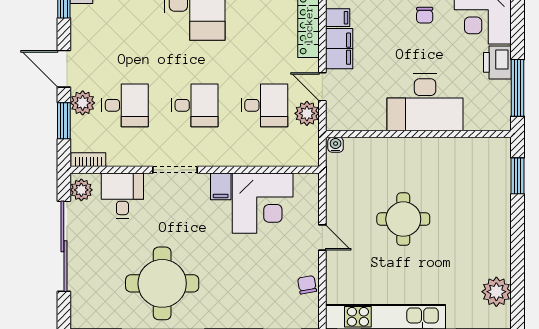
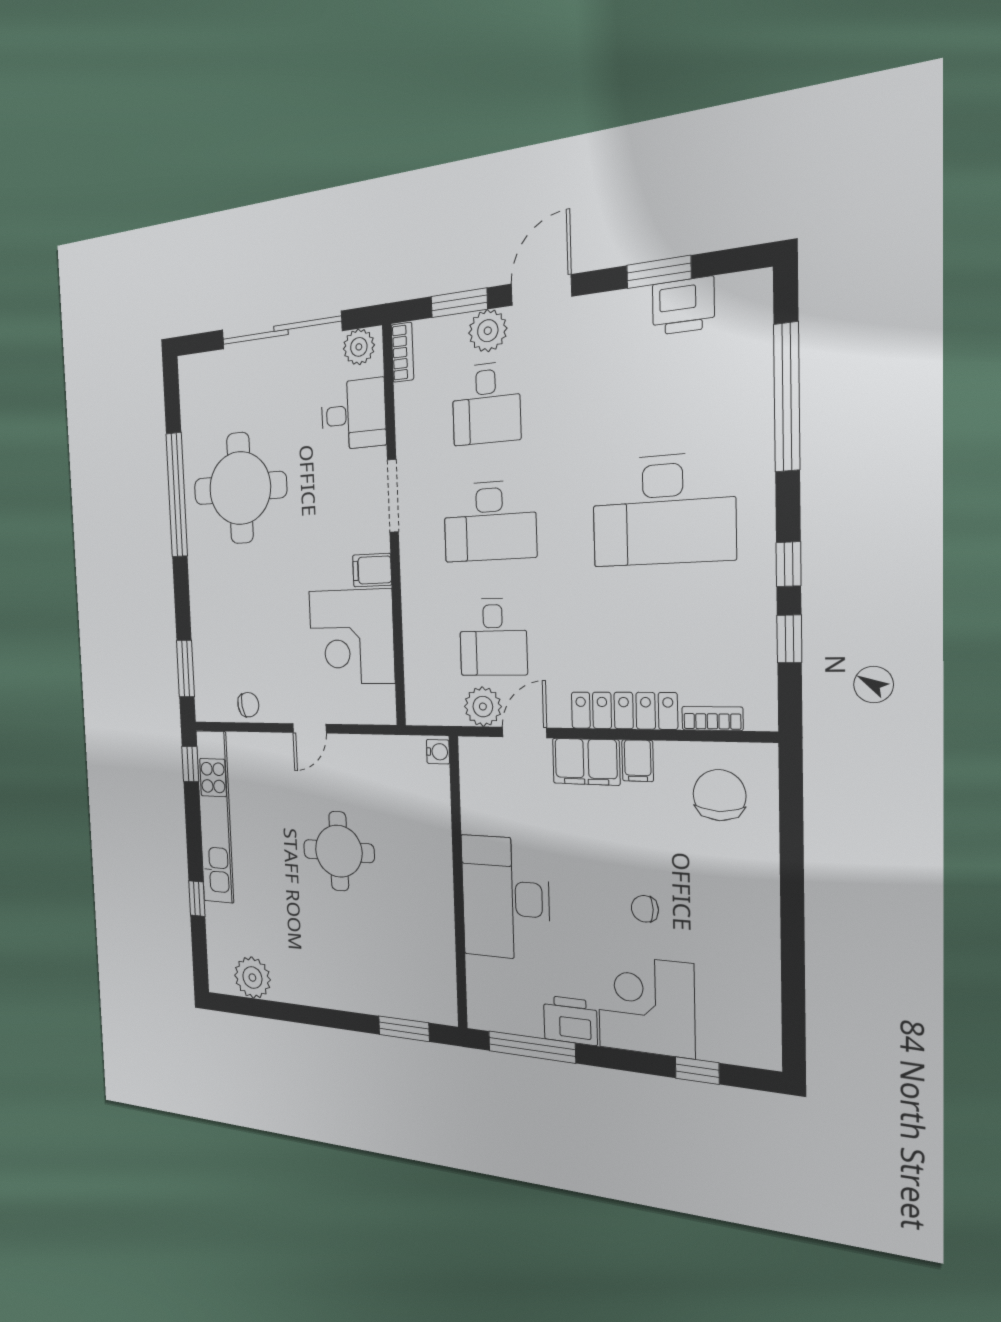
desk: (195, 105) -> (490, 521), width x1.37

